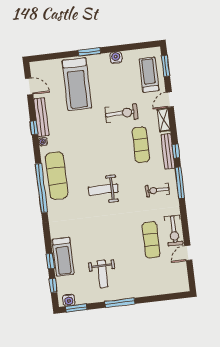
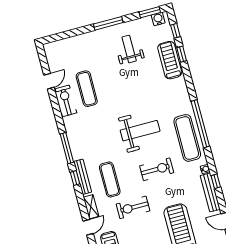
weight bench: (103, 190) -> (140, 131), width x1.36, depth x1.33
exercise bike: (157, 190) -> (157, 169), moved, width x1.38, depth x1.39

